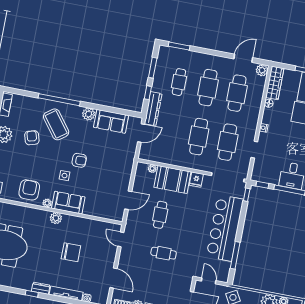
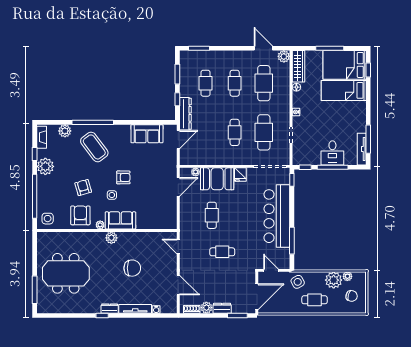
door: (243, 58) -> (263, 48), hinge flipped
cafe table: (208, 88) -> (235, 83), width x0.73, depth x0.74
plant: (89, 114) -> (65, 131), moved
cafe table: (199, 137) -> (235, 132), width x0.73, depth x0.74
armchair: (32, 138) -> (83, 188), moved
door: (128, 200) -> (178, 187), moved

